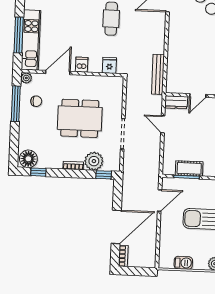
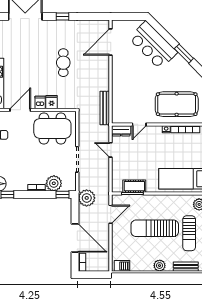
fridge: (109, 65) -> (52, 102), moved
dining table: (80, 118) -> (52, 128), moved
plant: (132, 180) -> (87, 198), added
door: (116, 227) -> (75, 238), hinge flipped
barbecue: (183, 263) -> (122, 266), moved

